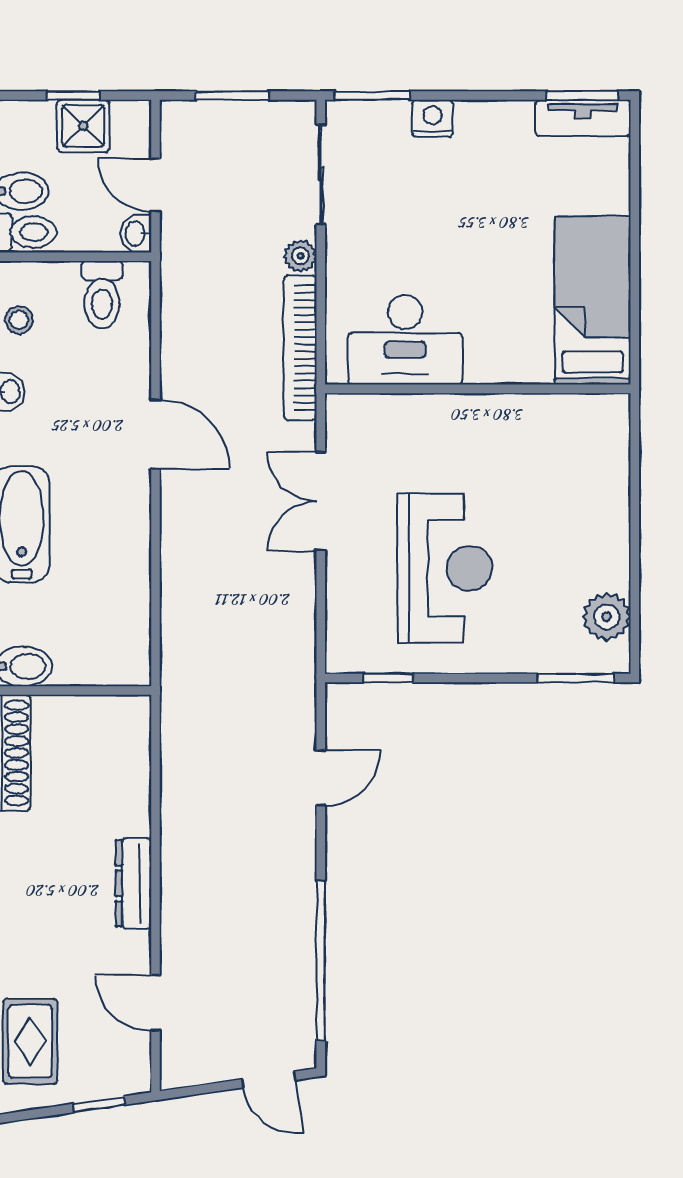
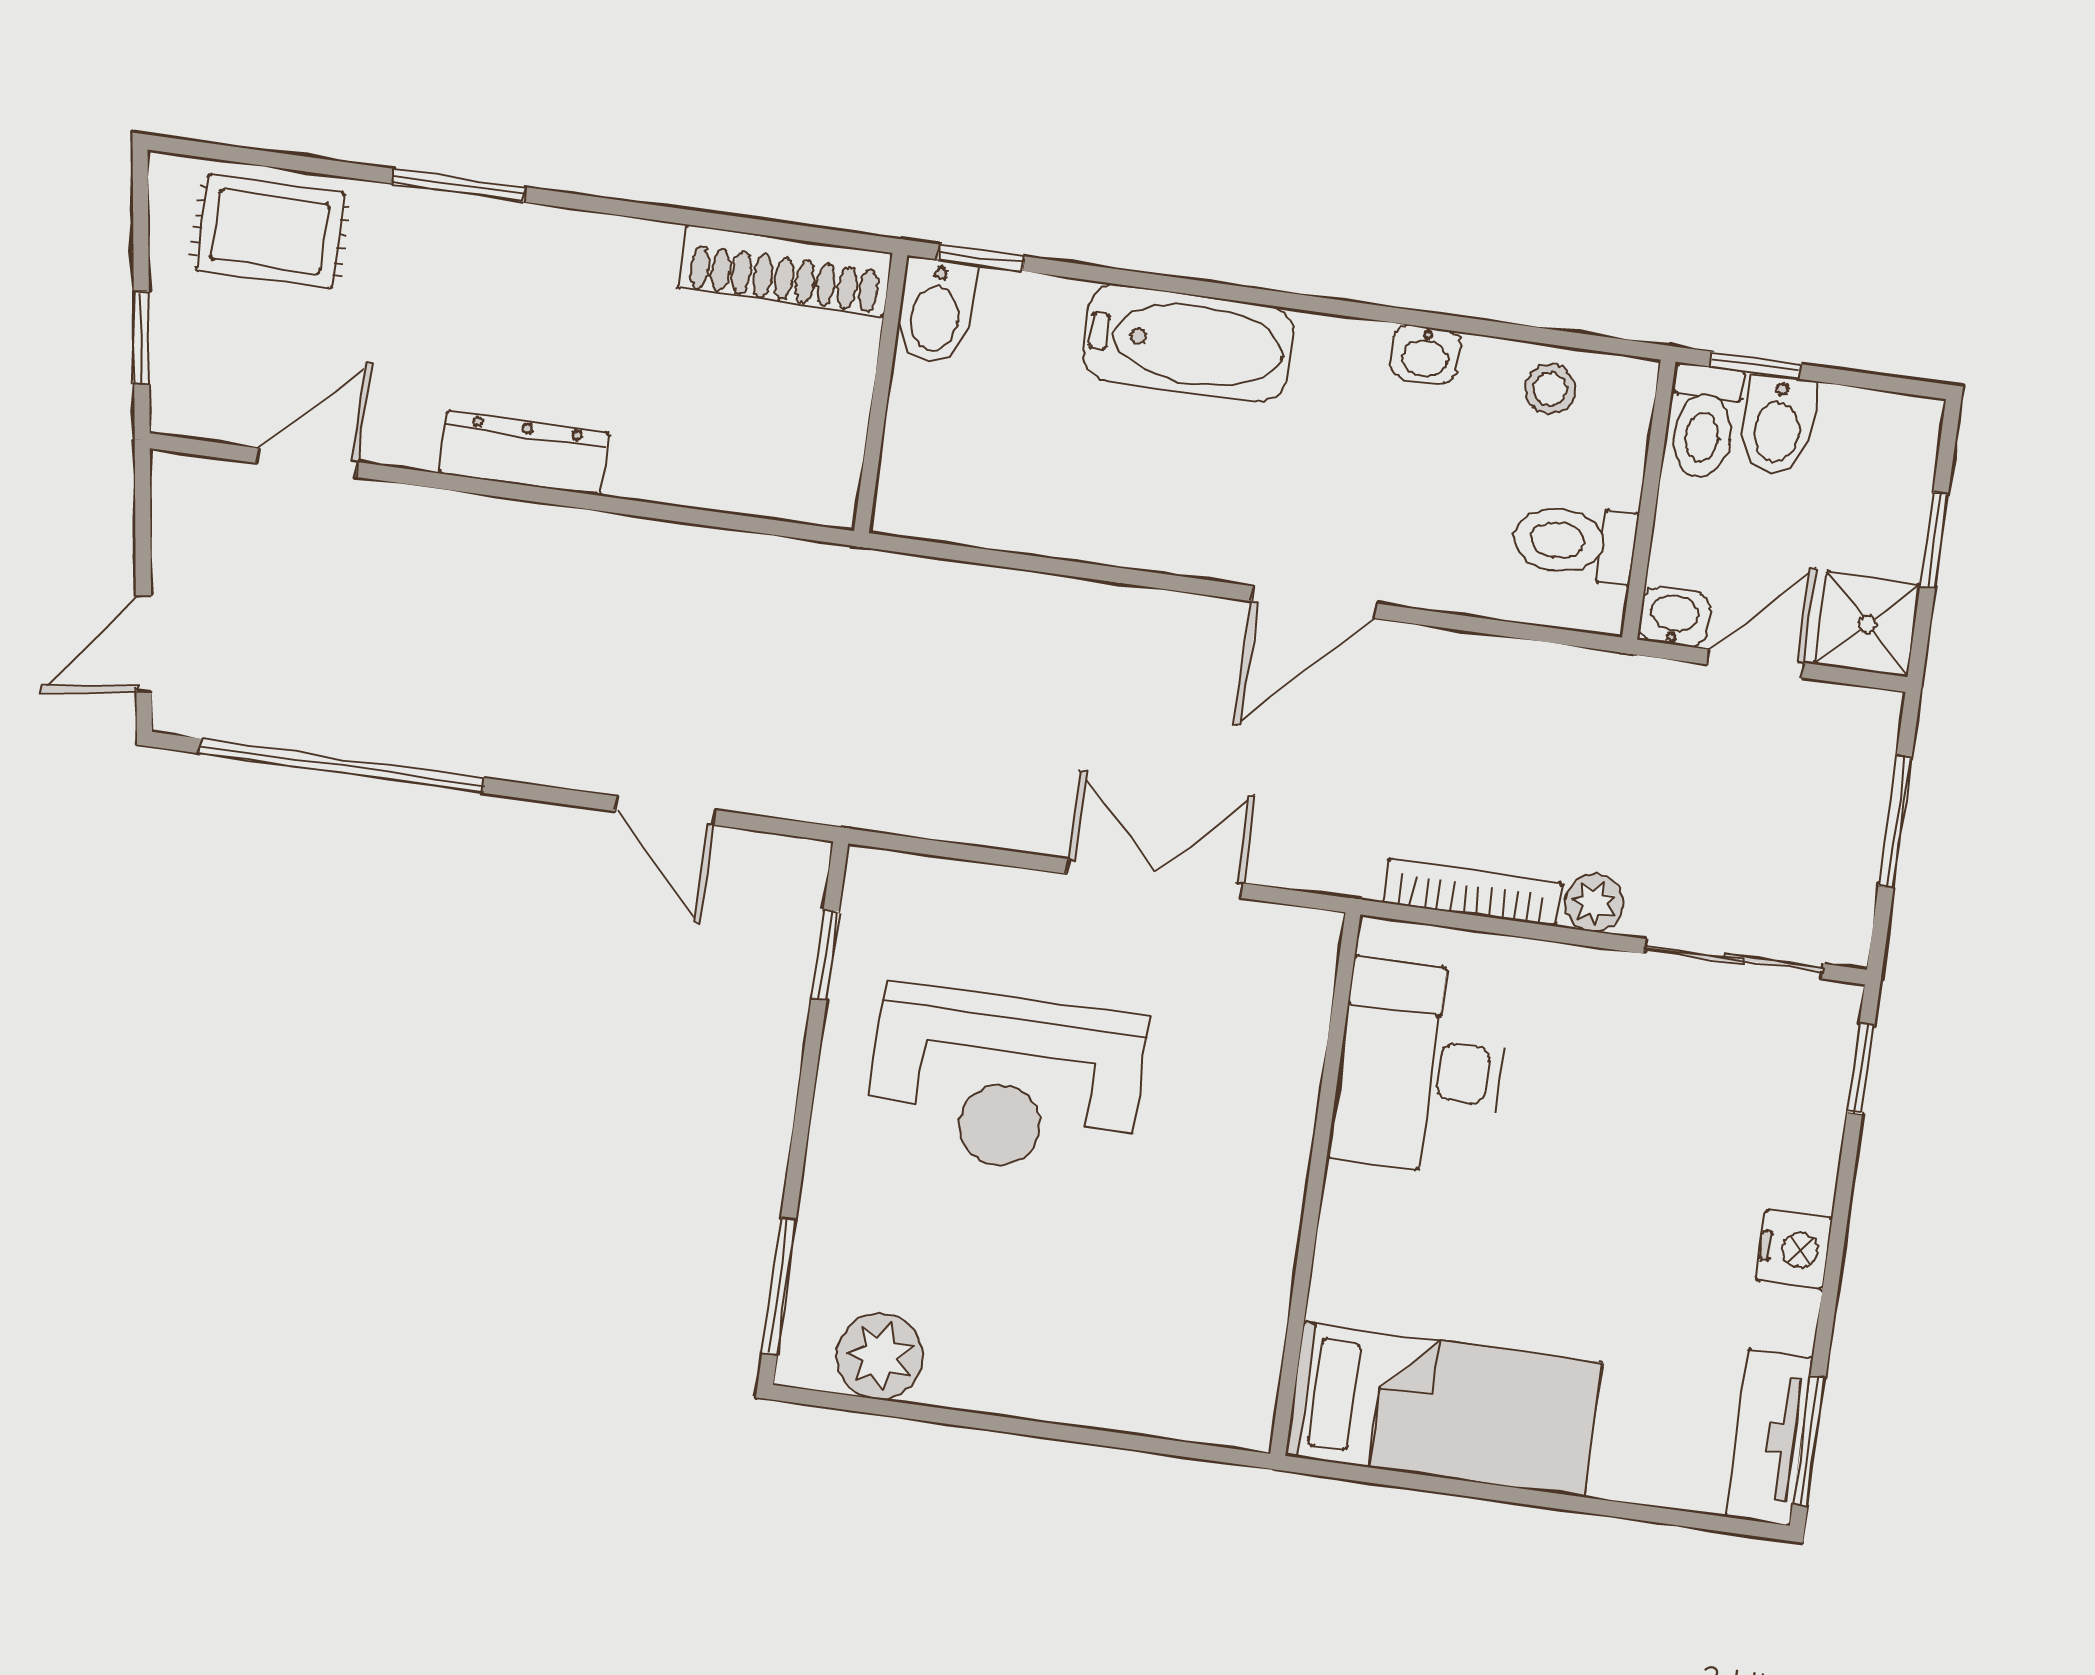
window: (372, 96) -> (1861, 1069), width x0.67
nightstand: (432, 118) -> (1794, 1249), moved
shower: (83, 126) -> (1868, 624), moved
bookcase: (300, 348) -> (1472, 892), width x0.68, depth x0.76

